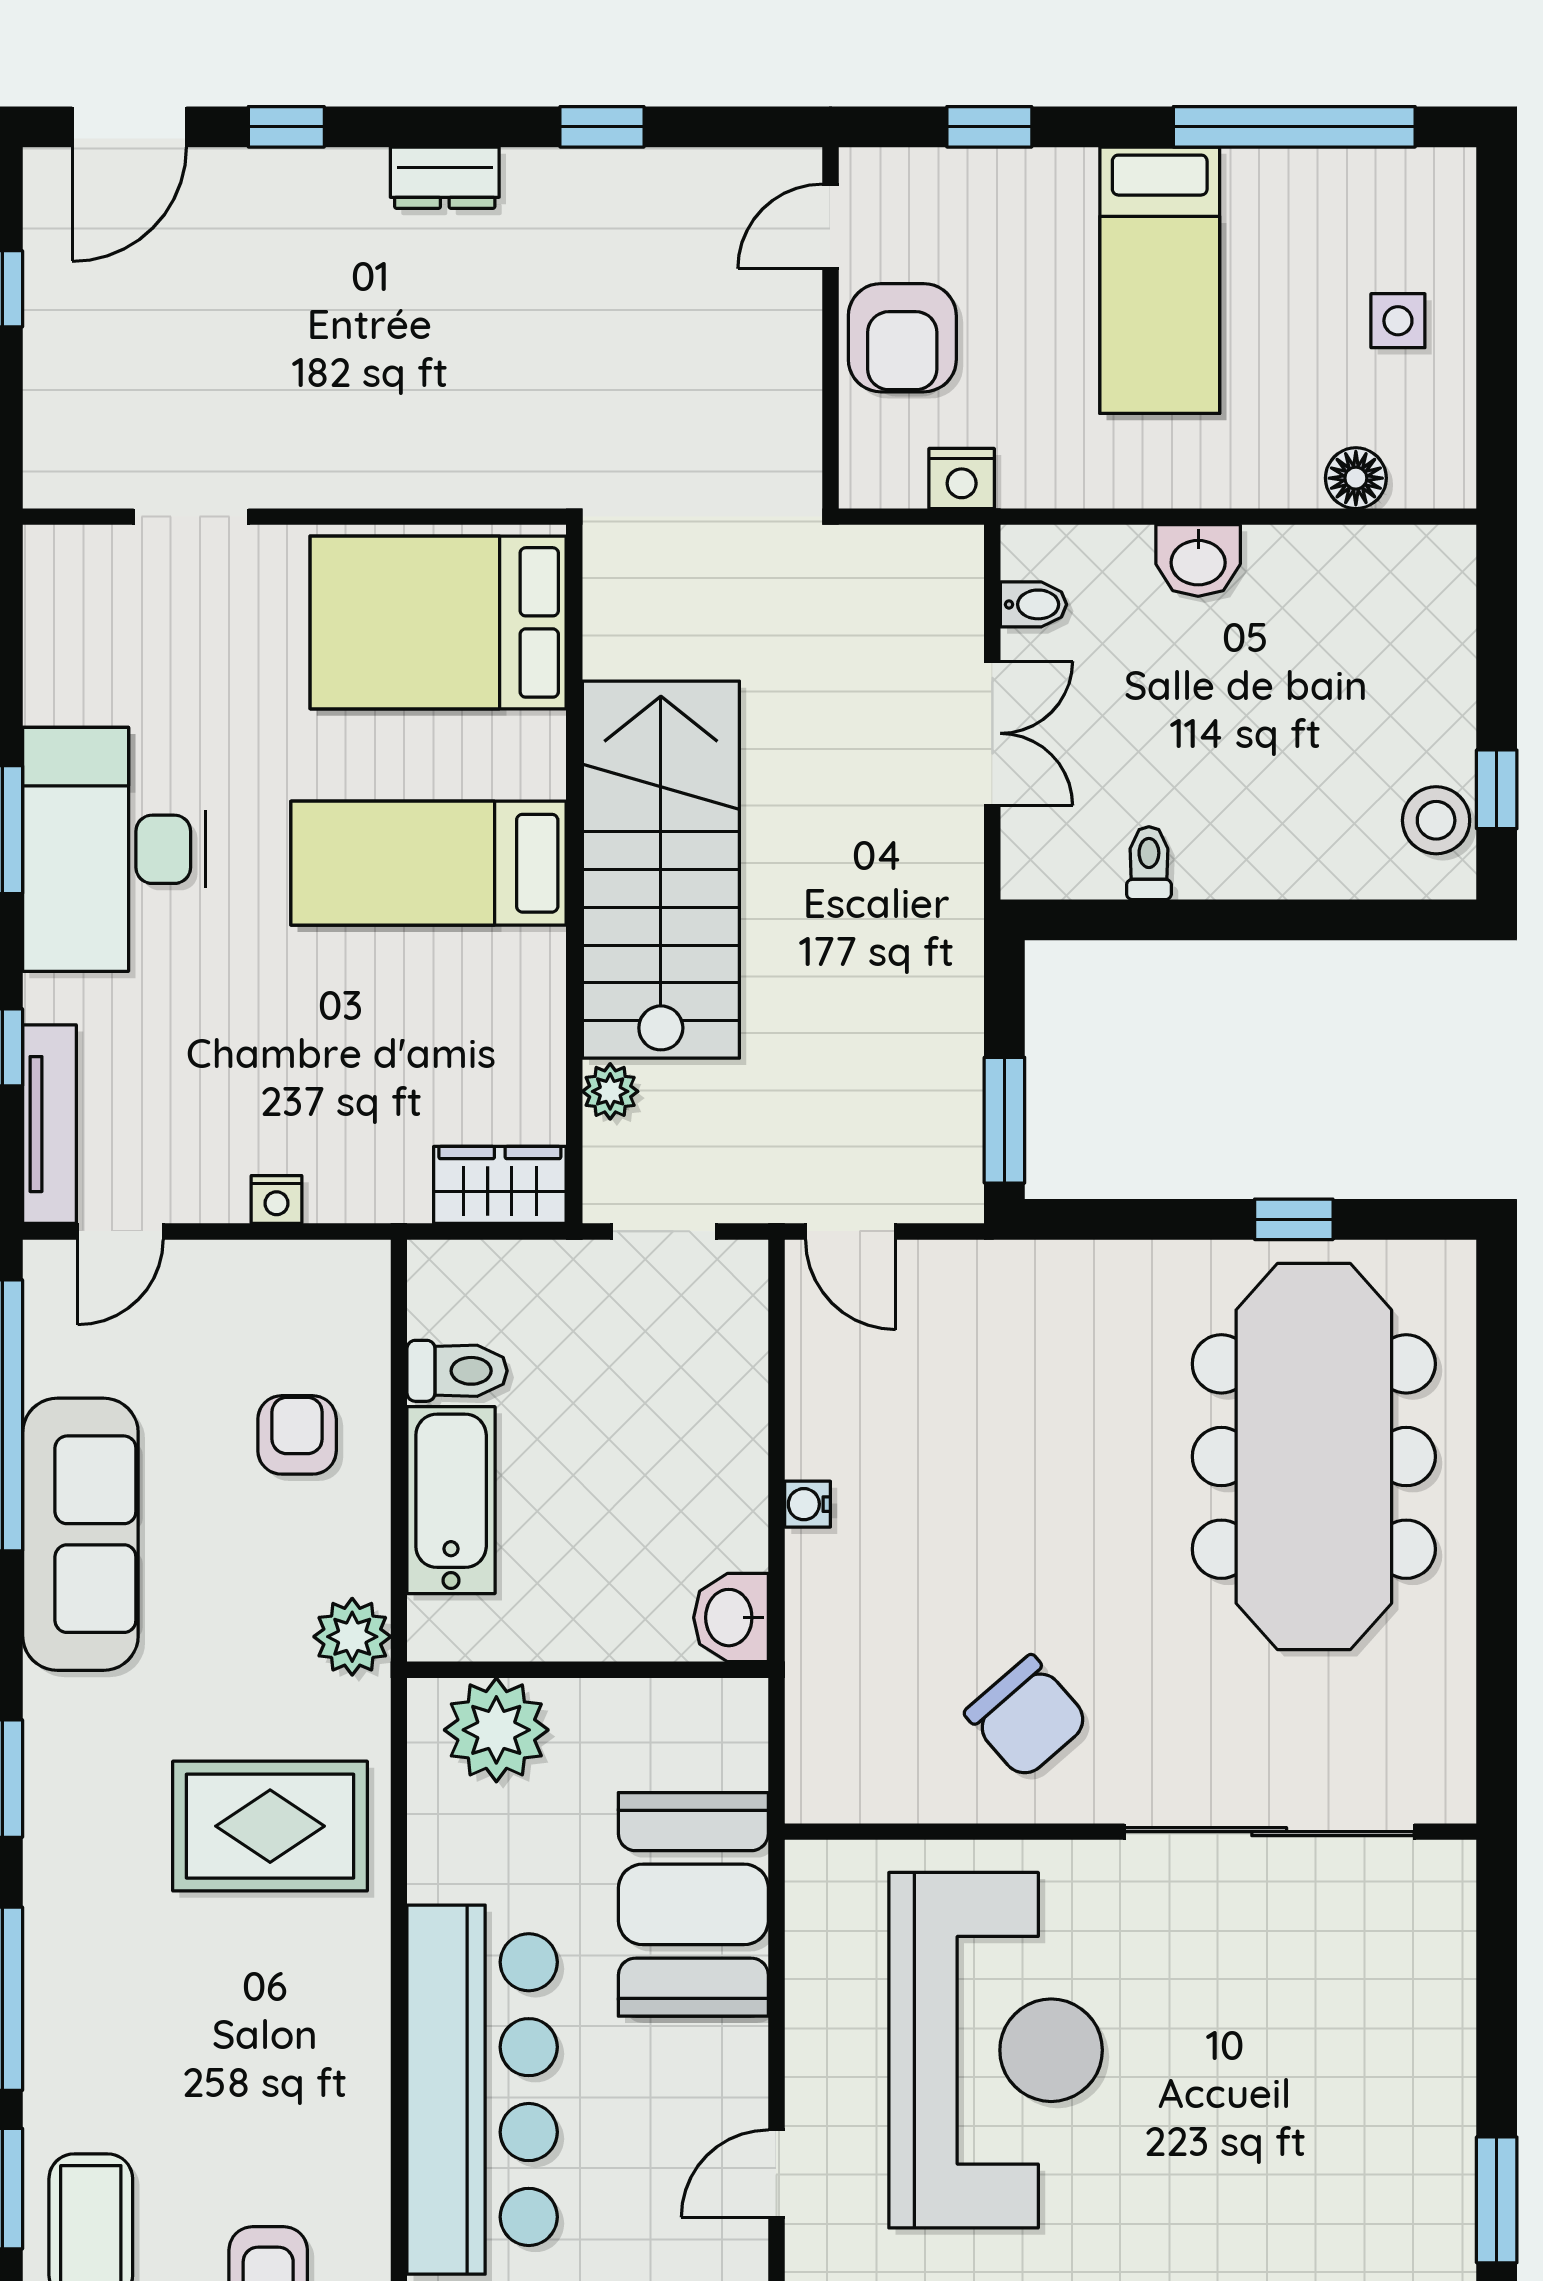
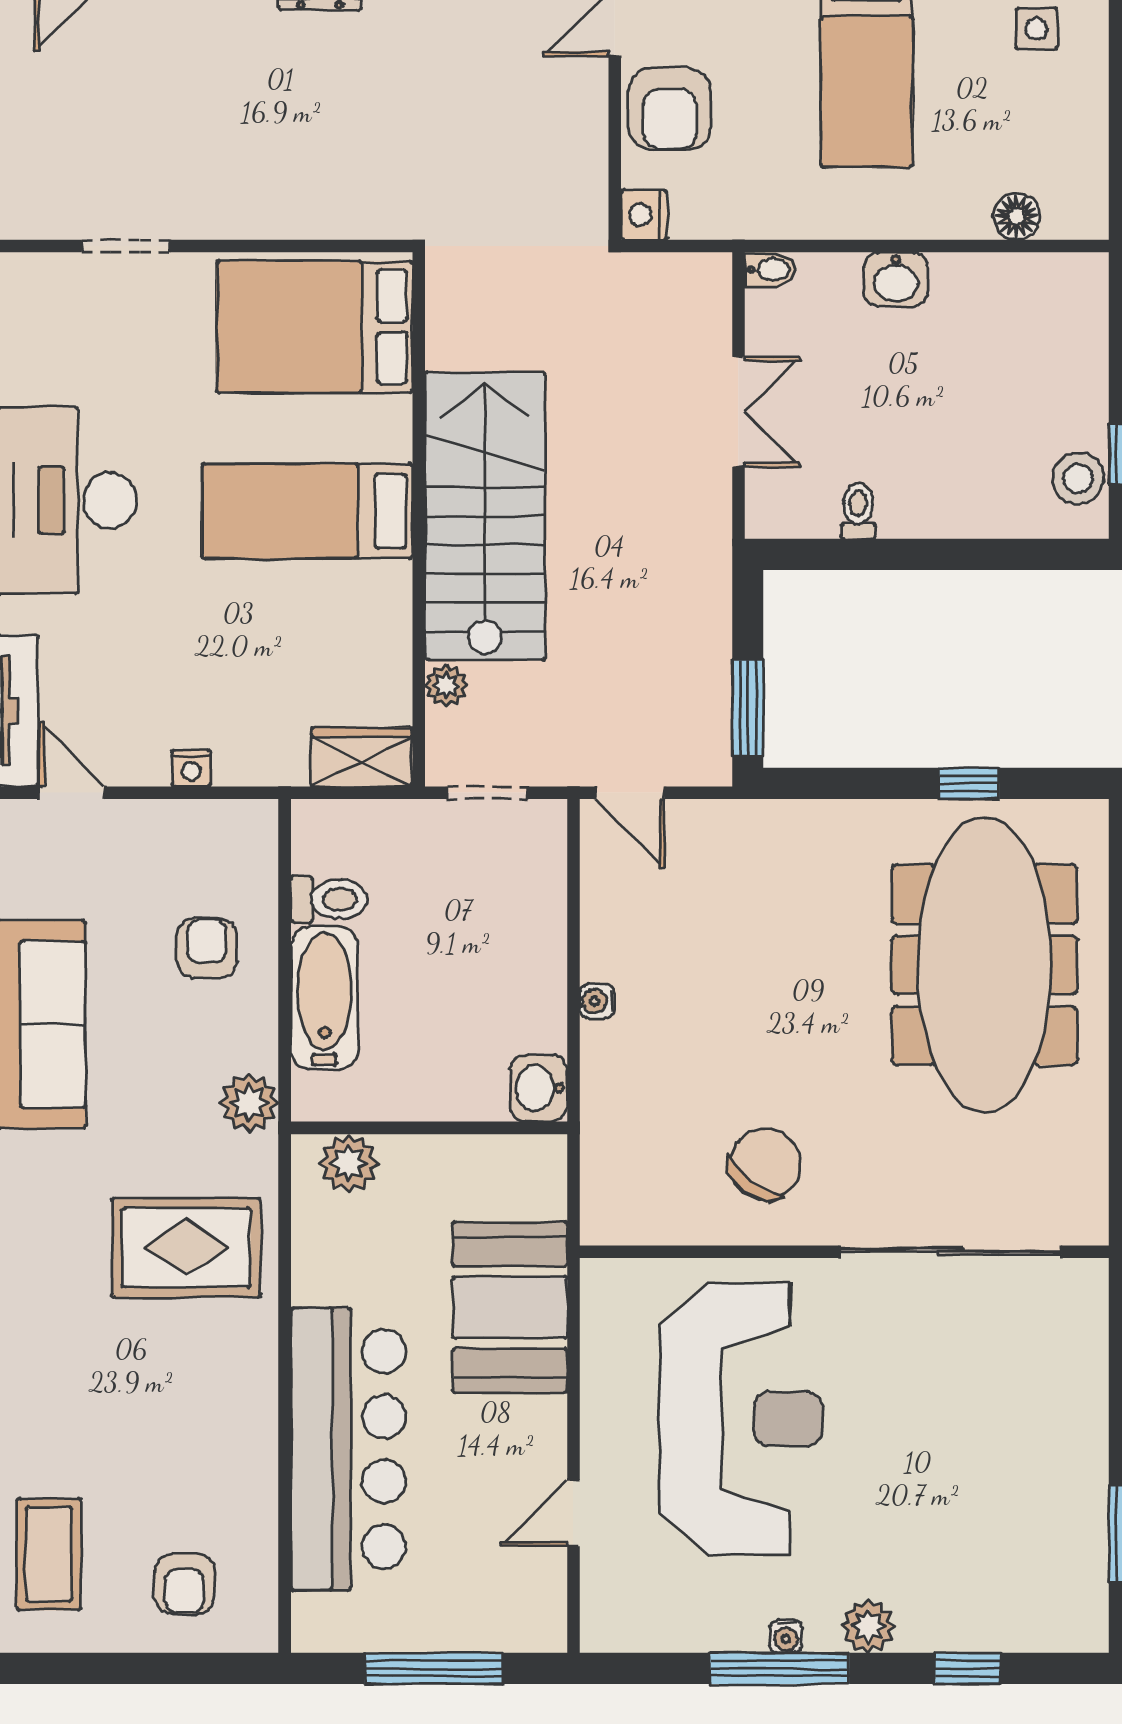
side table: (1398, 321) -> (1036, 29), moved
nightstand: (962, 478) -> (644, 215), moved, turned 90
bidet: (1034, 604) -> (770, 269), moved
door: (120, 1231) -> (72, 793), swing flipped
chair: (1027, 1717) -> (765, 1164), turned -102
plant: (496, 1730) -> (349, 1163), width x0.73, depth x0.73

